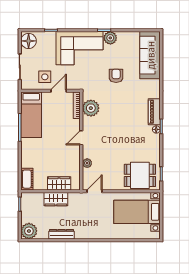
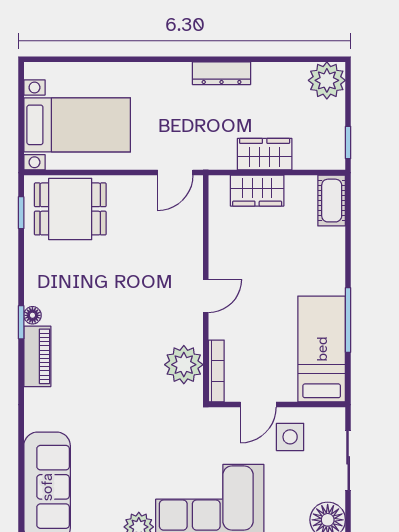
armchair: (116, 76) -> (125, 439), removed
plant: (87, 163) -> (192, 237), removed
dresser: (61, 234) -> (222, 73), moved

